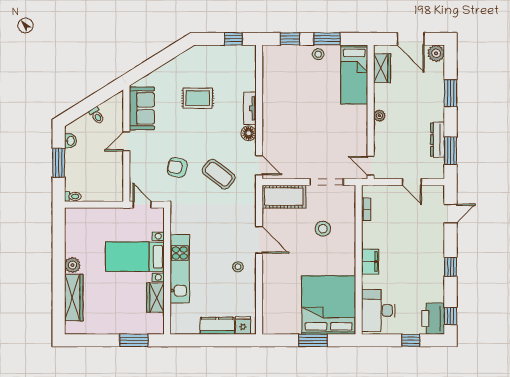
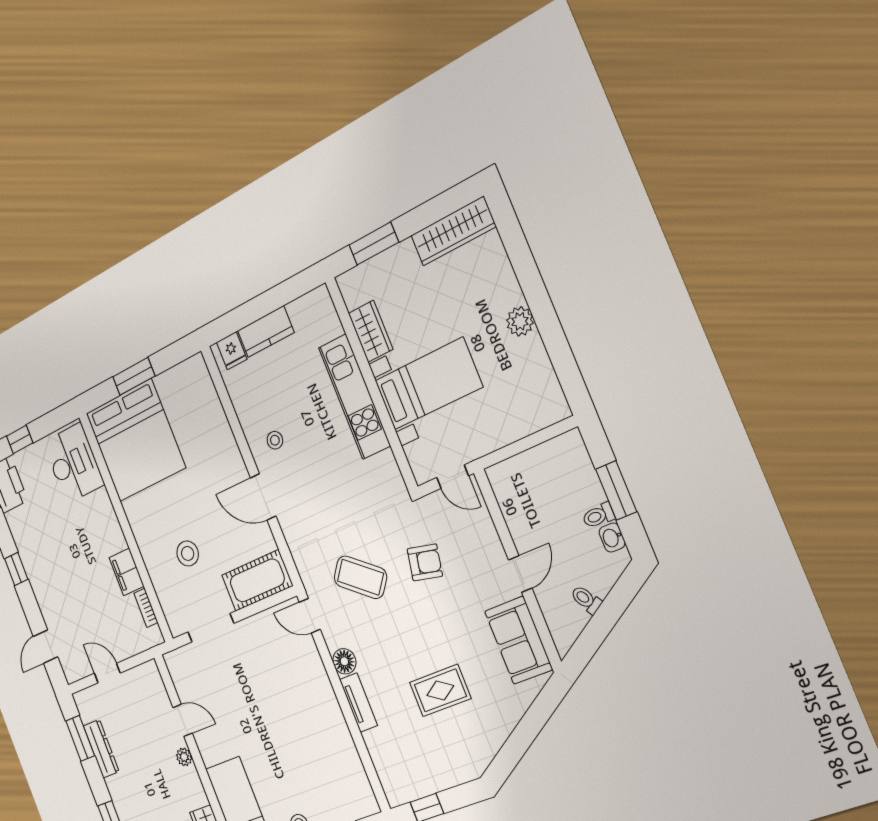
door: (371, 166) -> (183, 720), moved
toilet: (73, 196) -> (598, 516), moved
filing cabinet: (370, 262) -> (126, 572), moved
wardrobe: (74, 298) -> (453, 231), moved, turned -90

